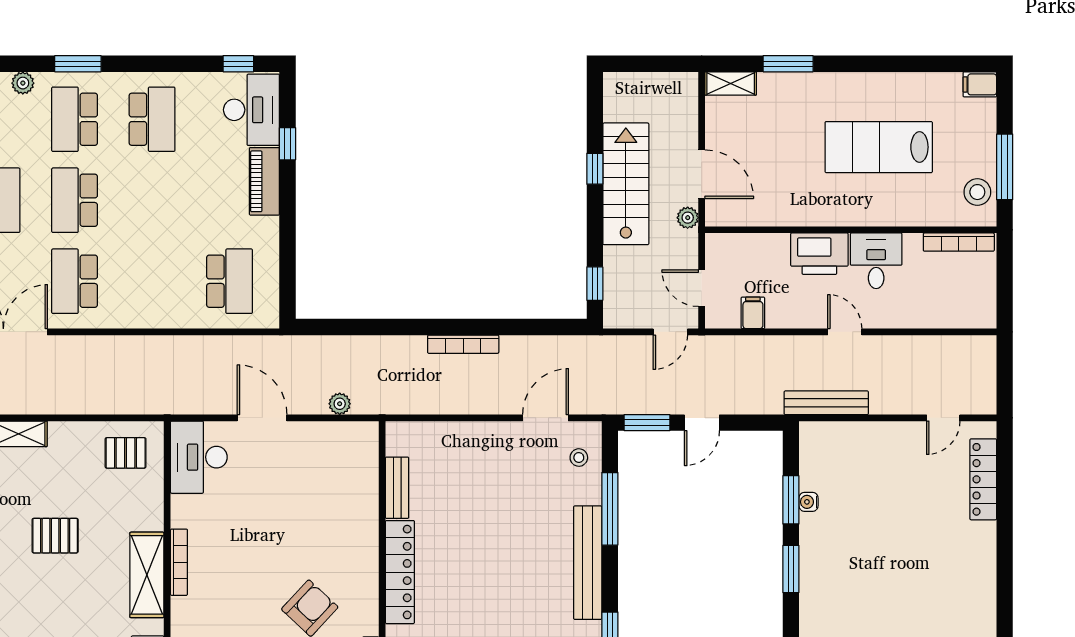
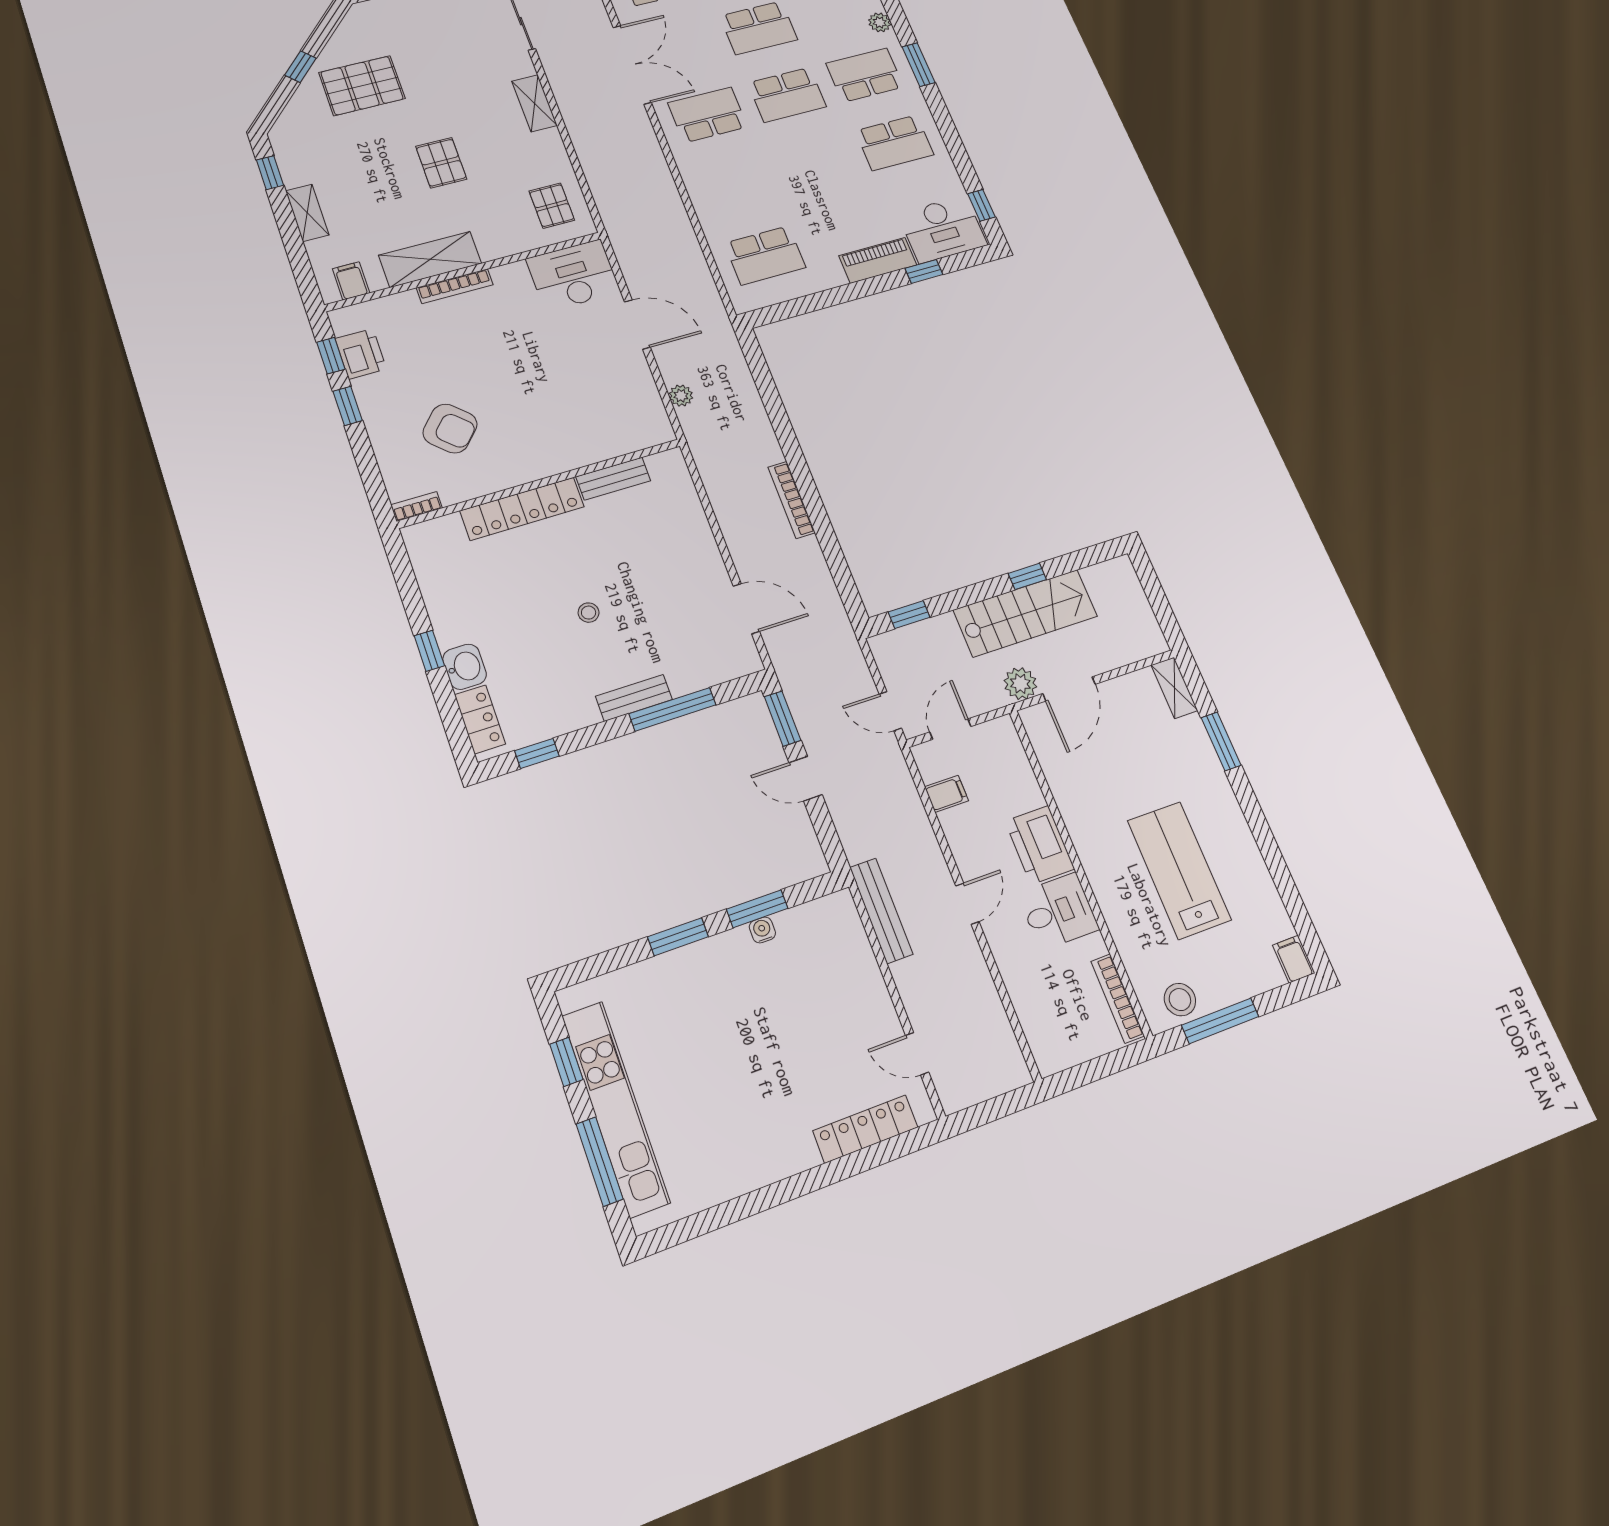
school desk: (75, 200) -> (787, 95), turned 180
plant: (688, 218) -> (1020, 684), width x1.38, depth x1.38
door: (262, 418) -> (637, 325), hinge flipped
stool: (579, 458) -> (589, 613), moved
bench: (588, 563) -> (634, 698), width x0.54, depth x0.82

